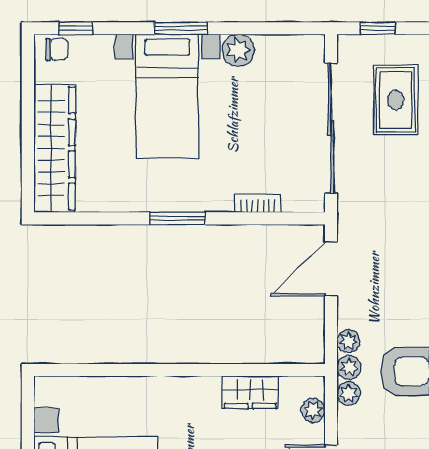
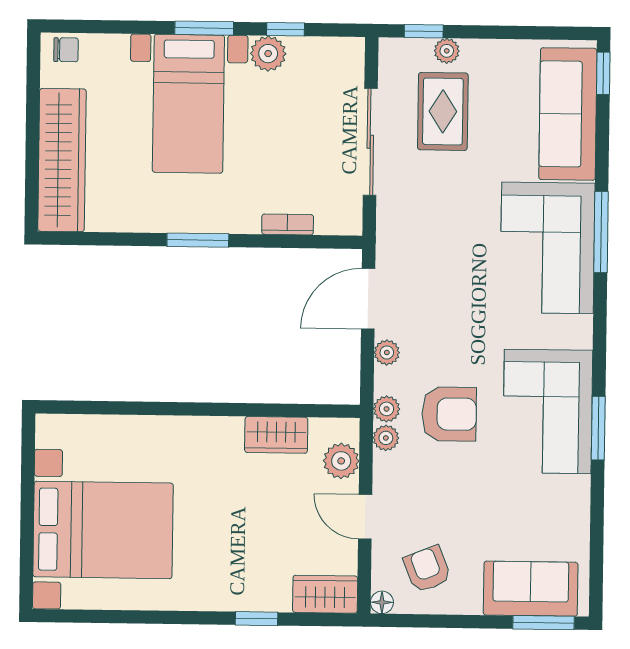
window: (76, 28) -> (286, 29), moved
plant: (398, 46) -> (447, 51), added
sliding door: (331, 128) -> (370, 142), width x0.73
plant: (348, 341) -> (387, 352), moved
plant: (313, 410) -> (341, 461), width x1.38, depth x1.38

